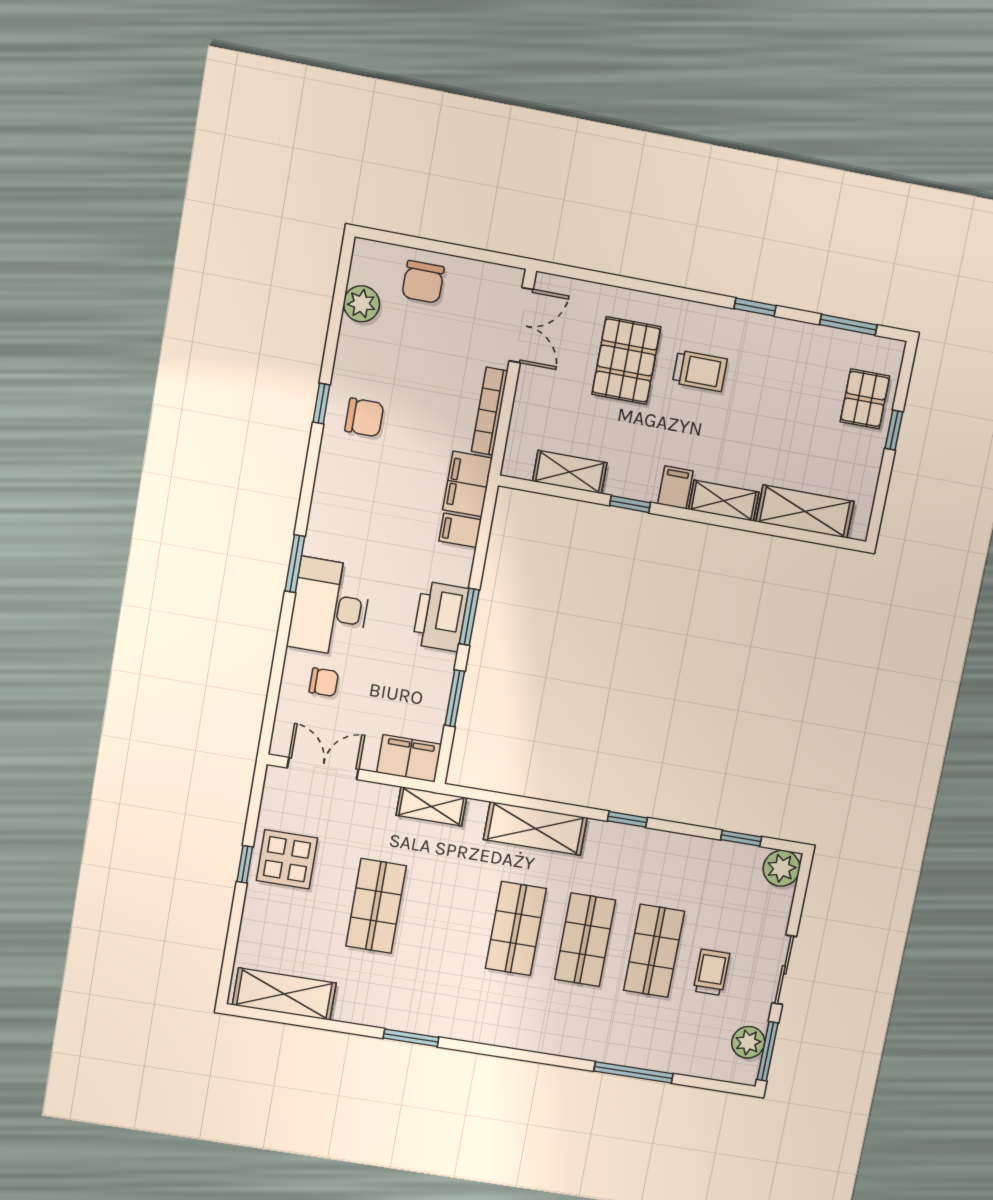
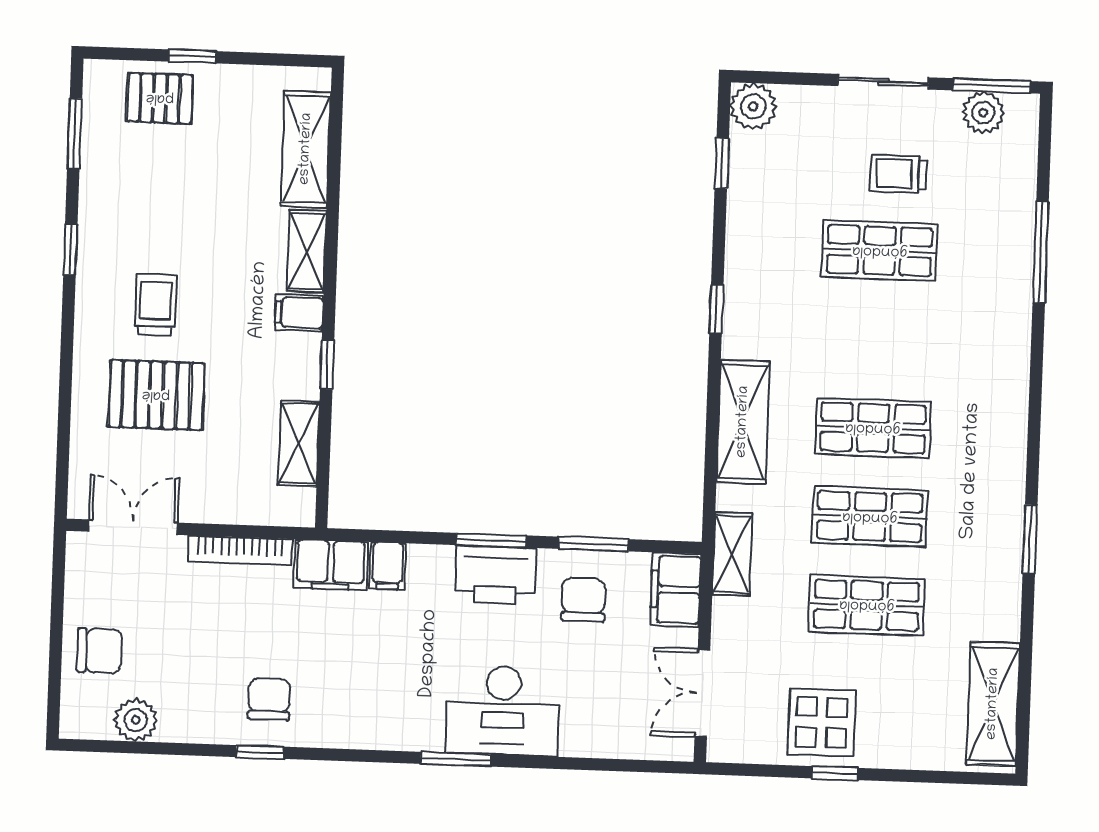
chair: (324, 682) -> (583, 600), moved, width x1.37, depth x1.37
shop shelf: (585, 940) -> (870, 517), moved

